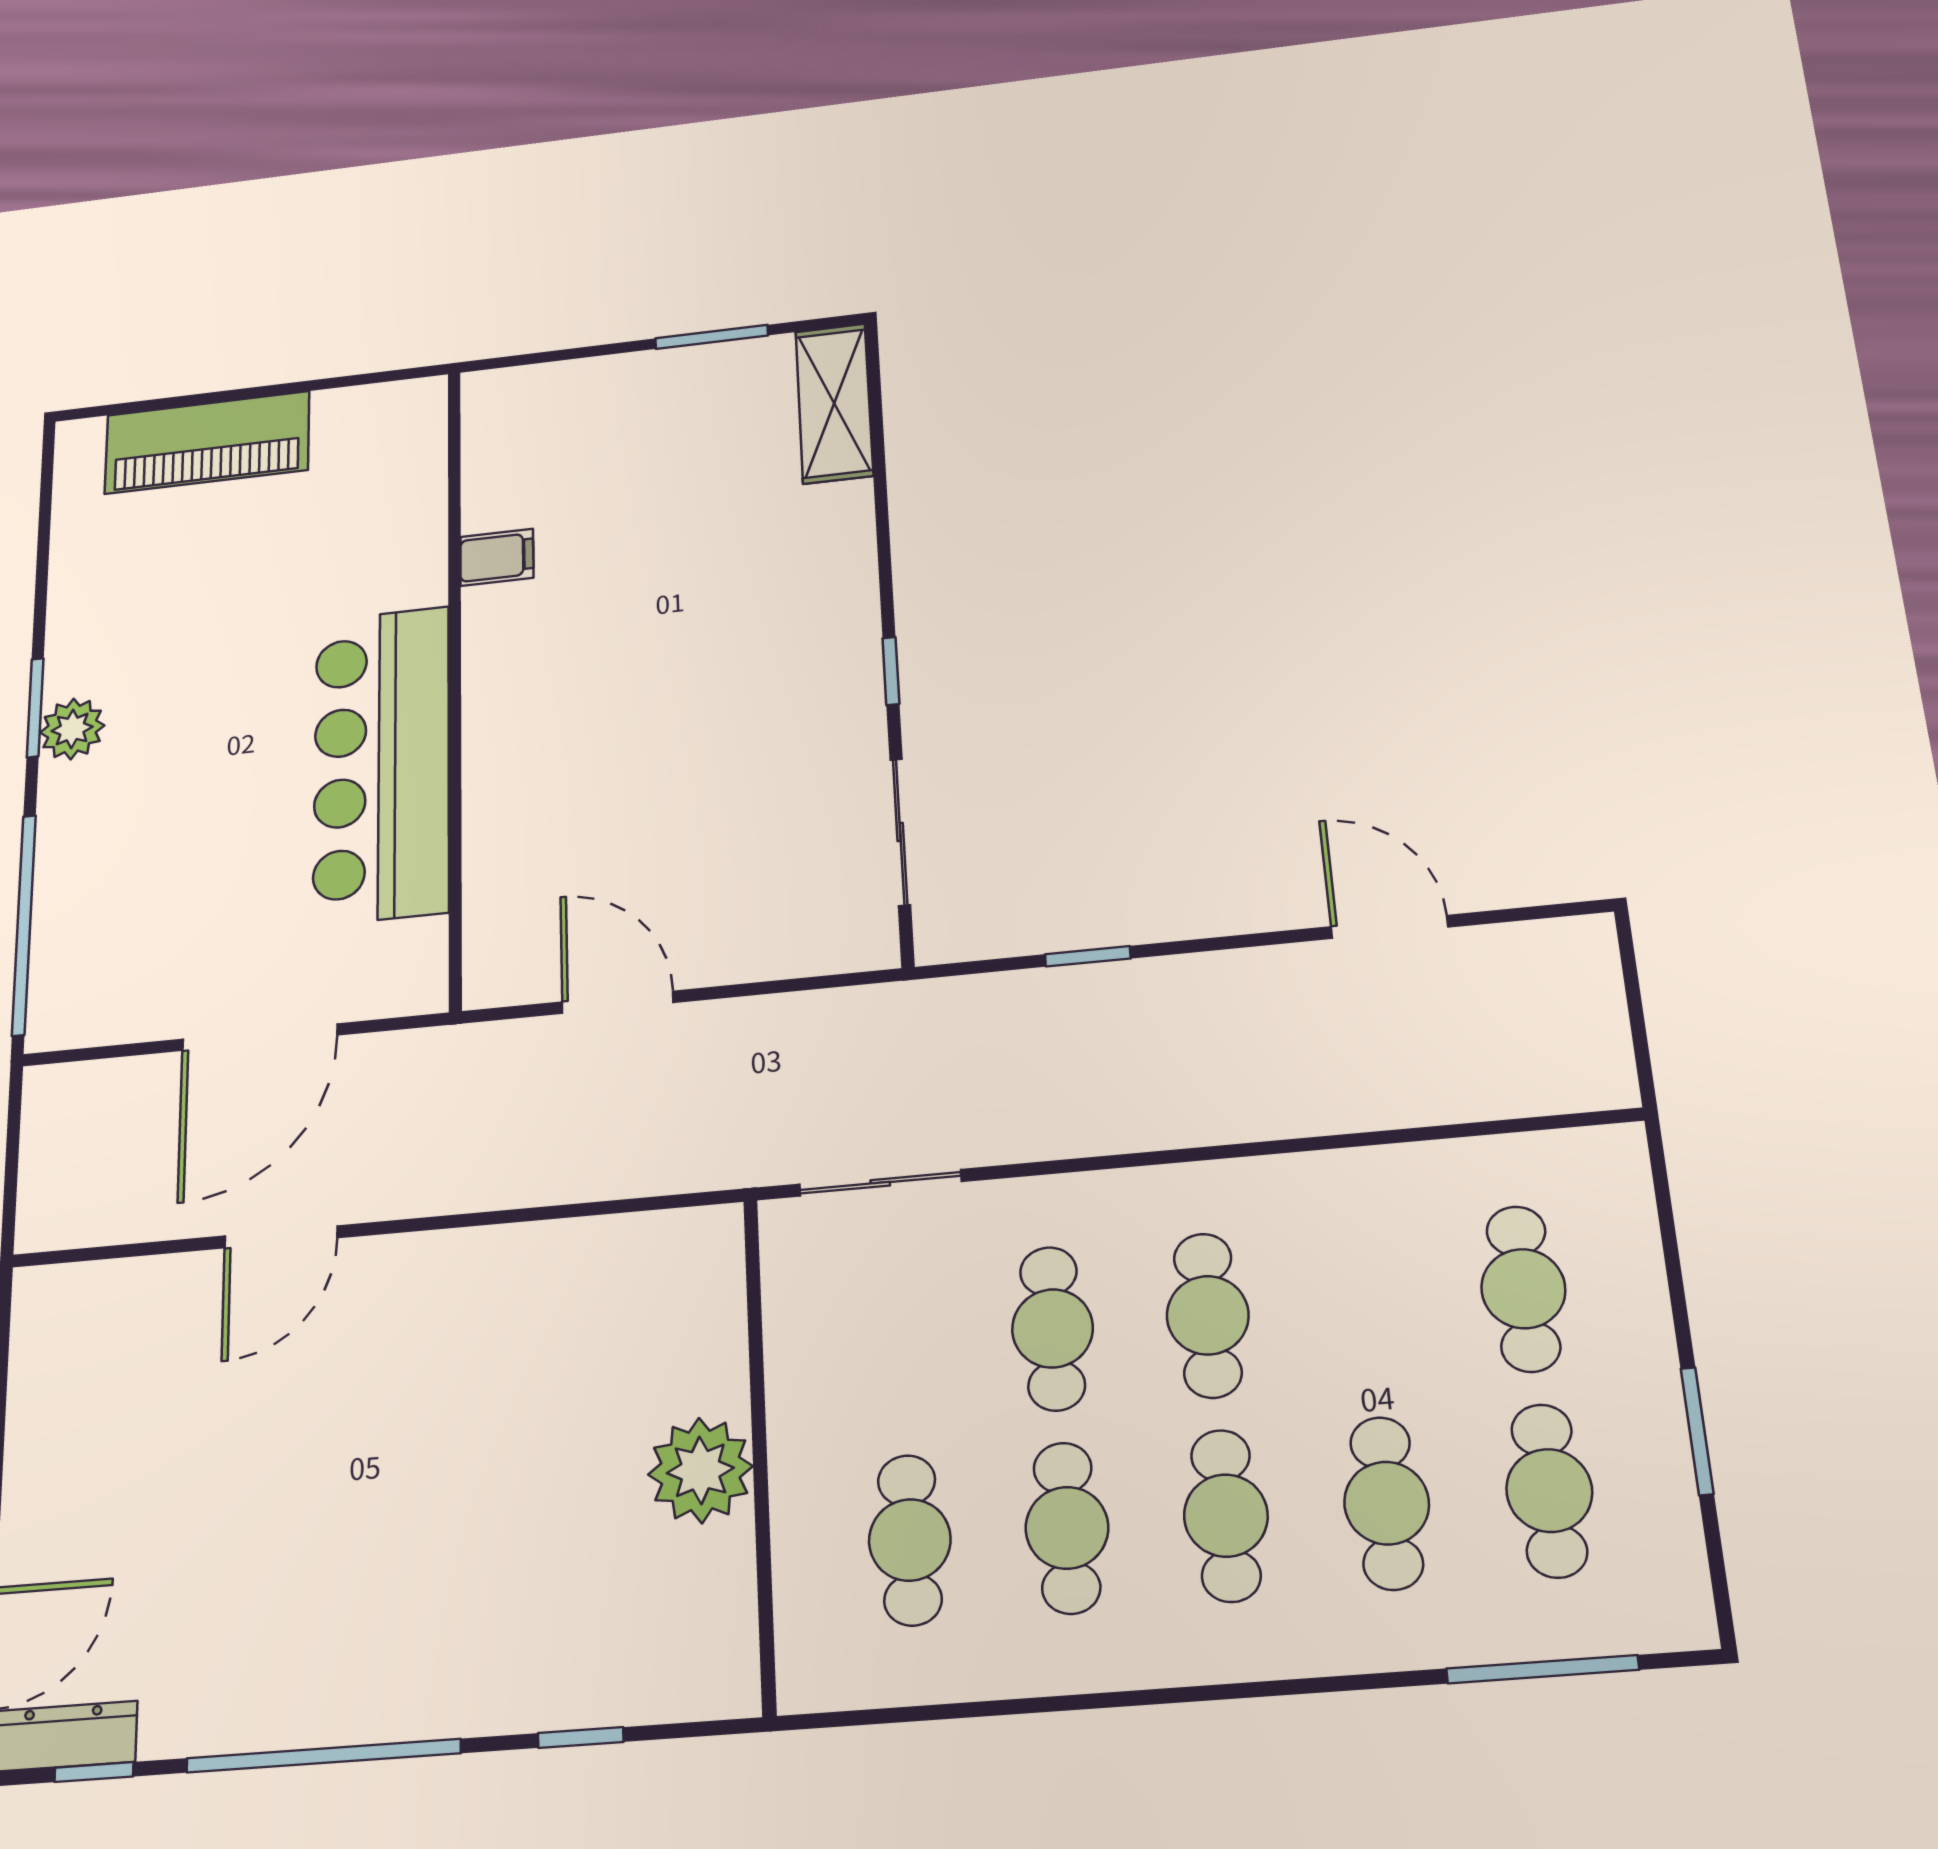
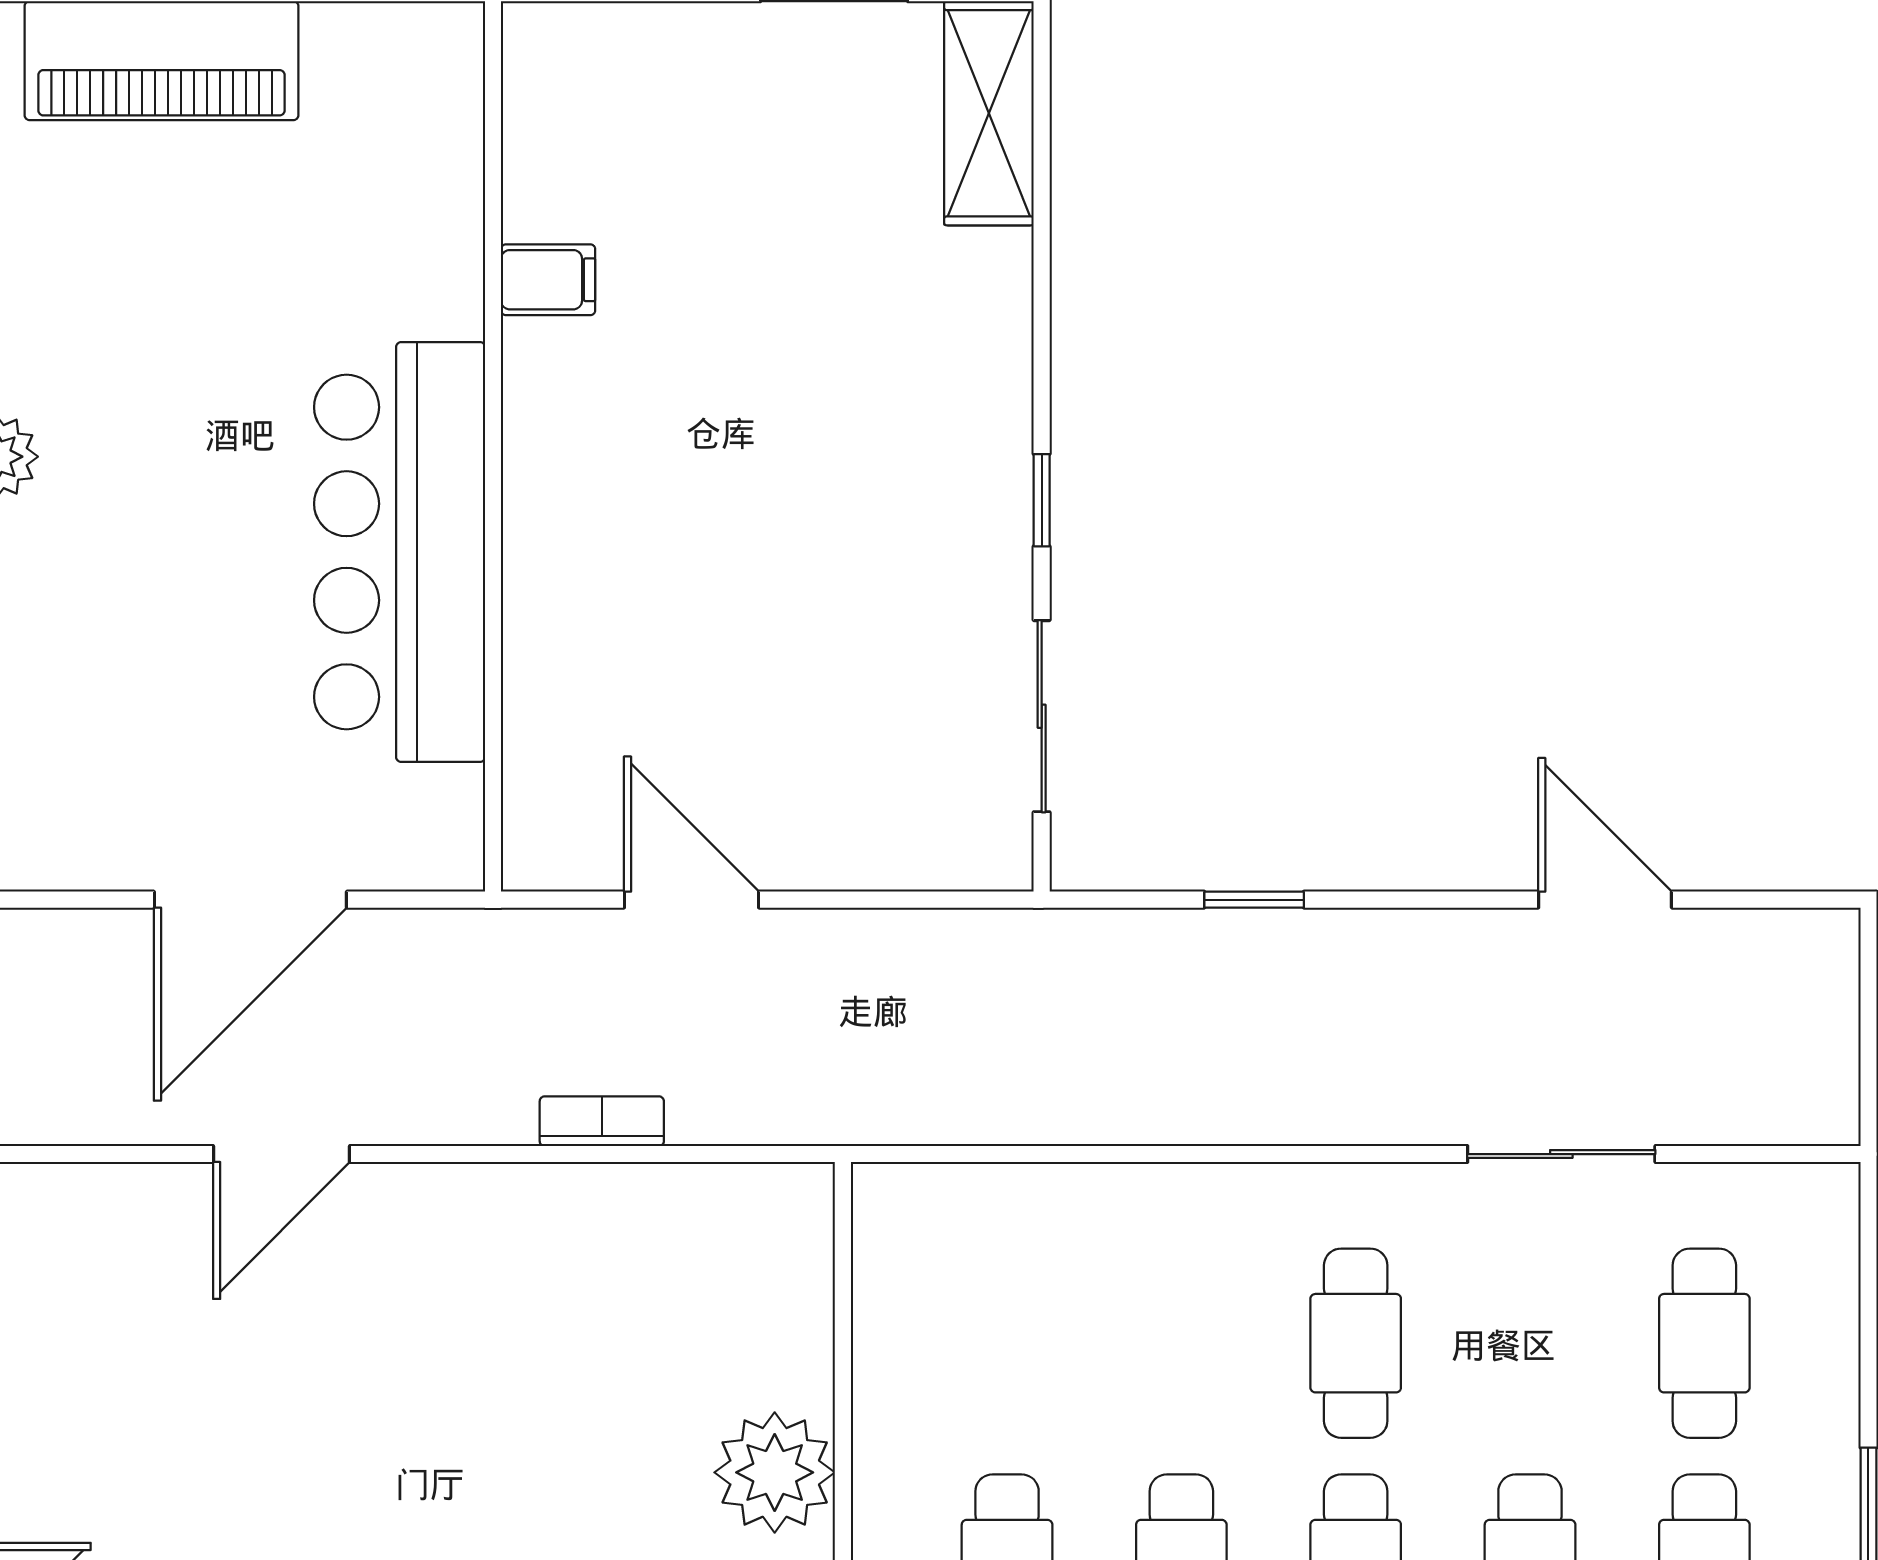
sliding door: (880, 1183) -> (1561, 1154), moved
bookcase: (546, 1186) -> (602, 1121), added
cafe table: (1053, 1328) -> (1181, 1343), removed

